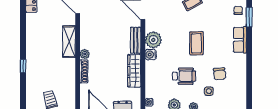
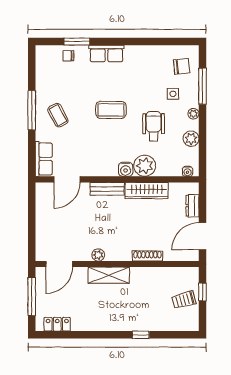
plant: (153, 40) -> (145, 166), moved
plant: (85, 54) -> (98, 255), moved
chair: (220, 74) -> (182, 66), moved

